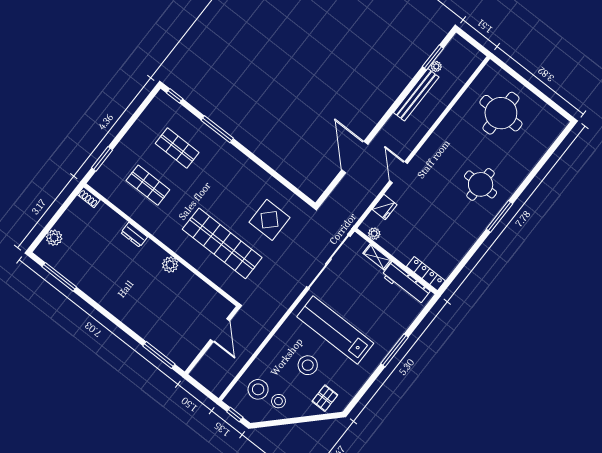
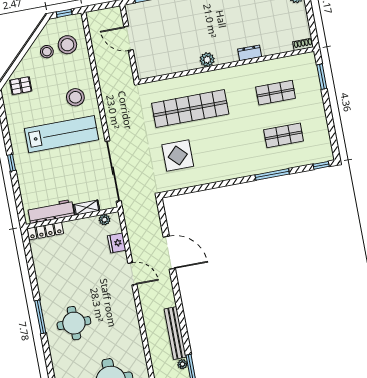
door: (220, 330) -> (129, 38), moved
window: (394, 350) -> (11, 163), width x0.46
stool: (308, 365) -> (75, 97), moved
pallet: (325, 398) -> (21, 86), turned 90

